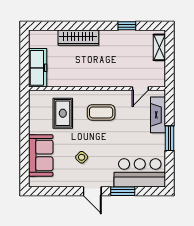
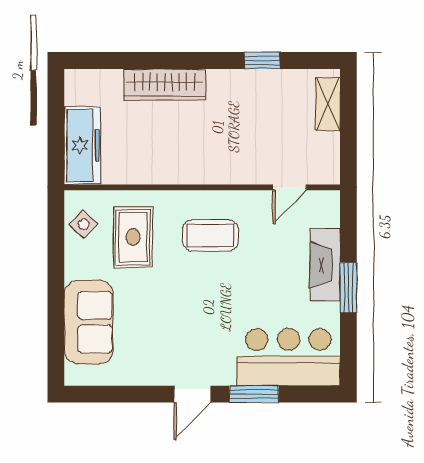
fireplace: (158, 115) -> (325, 265), moved
side table: (82, 157) -> (83, 224), moved
door: (92, 191) -> (192, 394), hinge flipped

